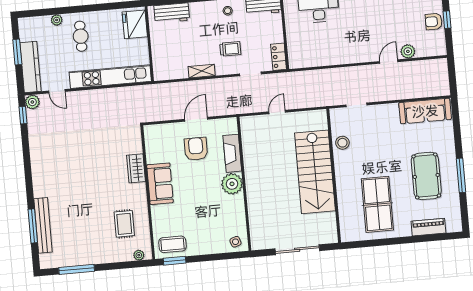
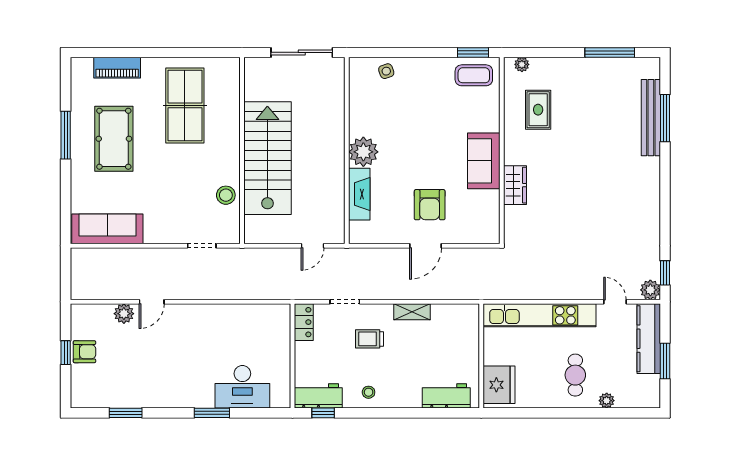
fireplace: (232, 153) -> (359, 194), moved
plant: (232, 184) -> (363, 152), moved
wall: (244, 184) -> (347, 151), moved

